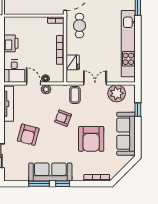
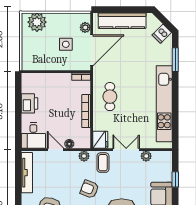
cafe table: (79, 26) -> (110, 97), moved
fridge: (73, 62) -> (100, 140), moved
plant: (46, 89) -> (84, 156), moved
plant: (117, 93) -> (146, 156), width x0.53, depth x0.53

